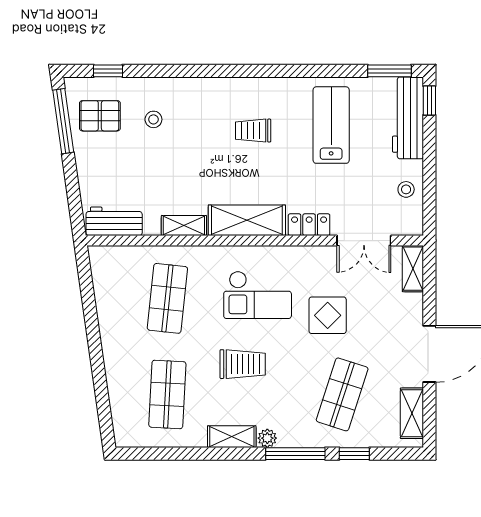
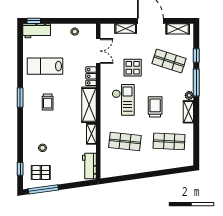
window: (389, 71) -> (20, 98), moved
pallet: (100, 116) -> (41, 172), turned 90
workbench: (408, 118) -> (37, 31), width x0.73
shelving: (413, 269) -> (126, 28), moved

